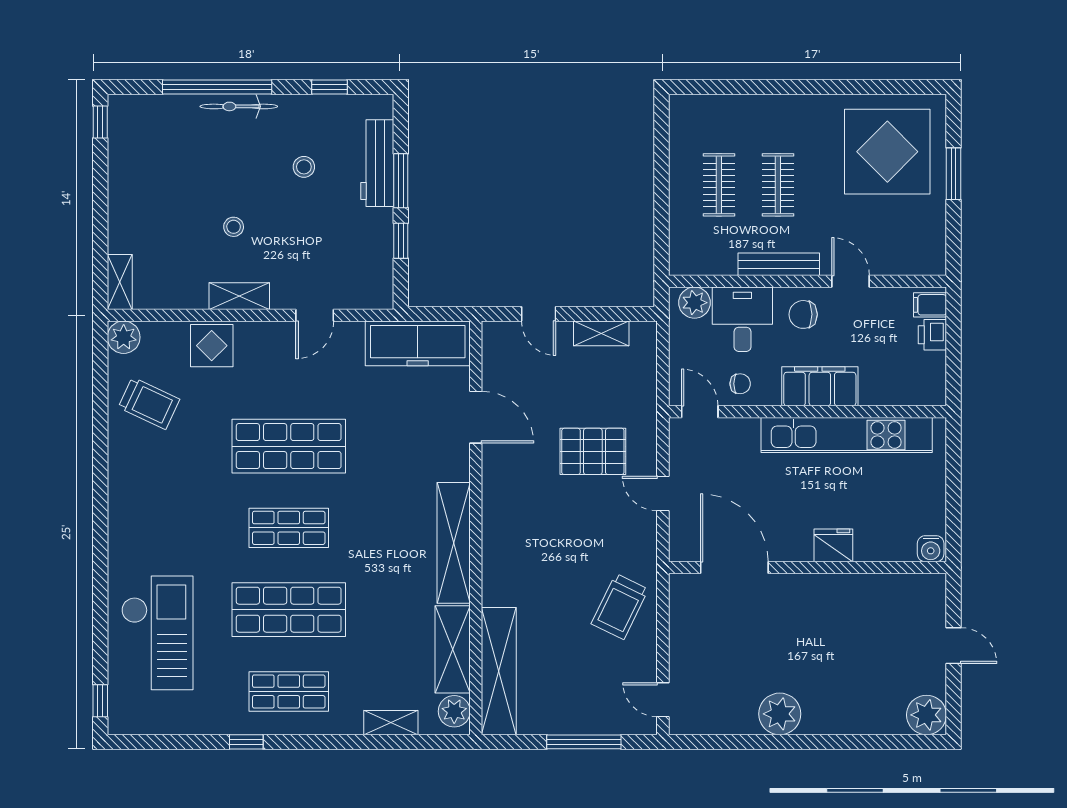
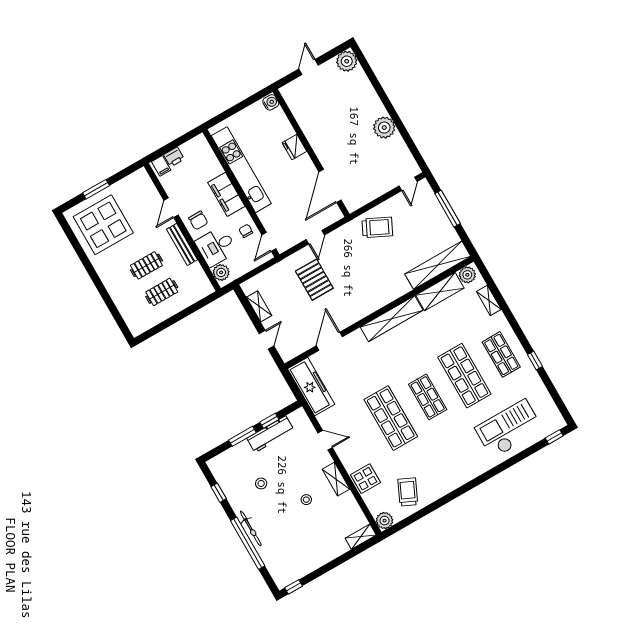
workbench: (377, 163) -> (270, 434), moved

